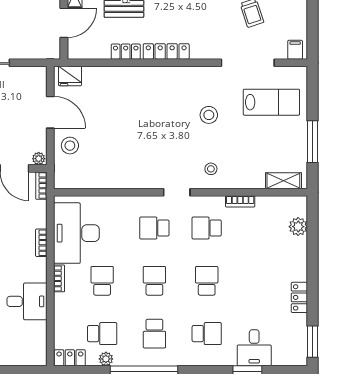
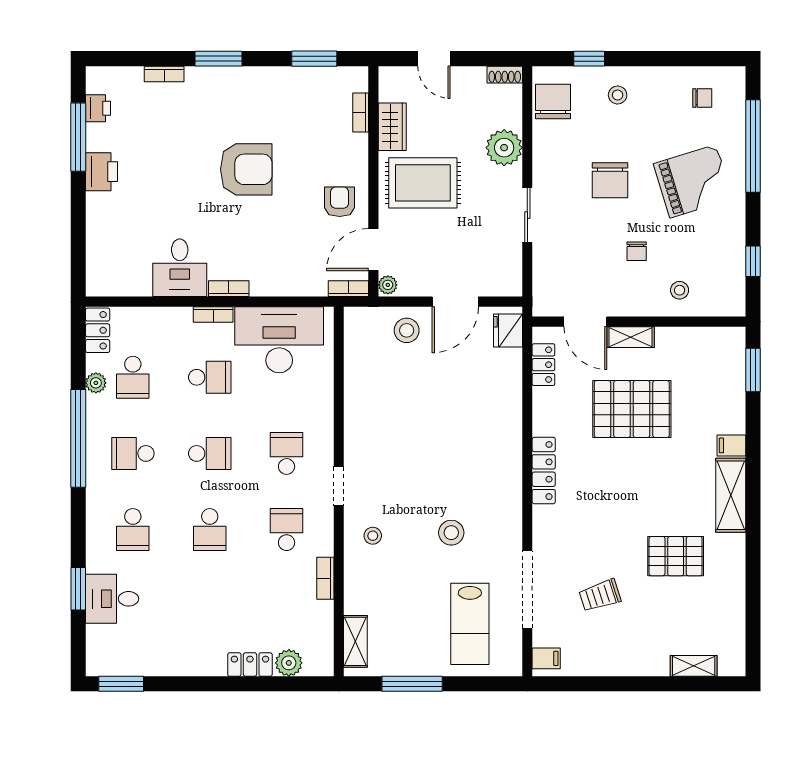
locker: (126, 52) -> (543, 365), moved
bookcase: (41, 243) -> (229, 289), moved
school desk: (207, 281) -> (210, 530), turned 90
locker: (299, 297) -> (250, 665), moved

